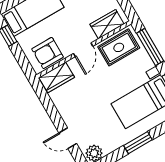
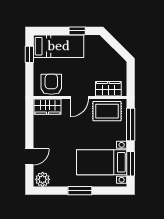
armchair: (48, 53) -> (51, 84), turned 90
door: (68, 138) -> (29, 157), swing flipped

